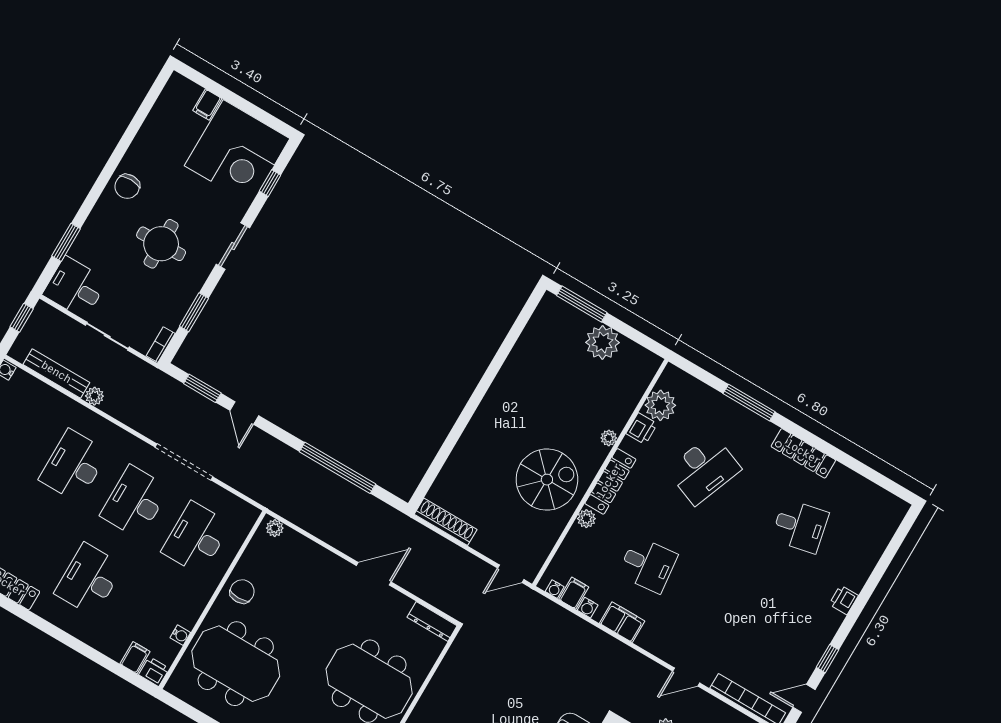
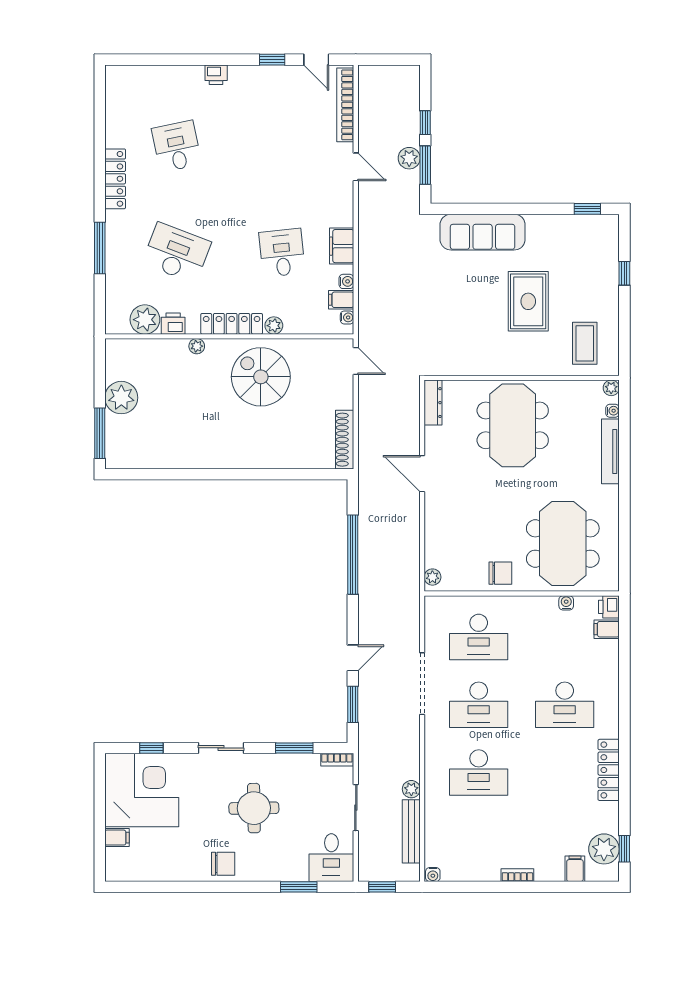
chair: (242, 591) -> (500, 573), turned 180

